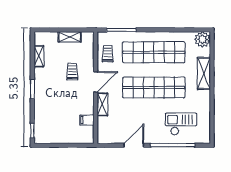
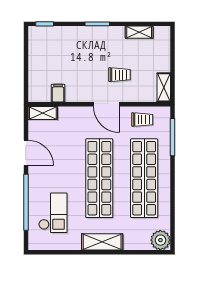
shelving: (70, 37) -> (164, 87), moved
shelving: (204, 73) -> (102, 242), moved
shelving: (102, 104) -> (43, 113), moved

